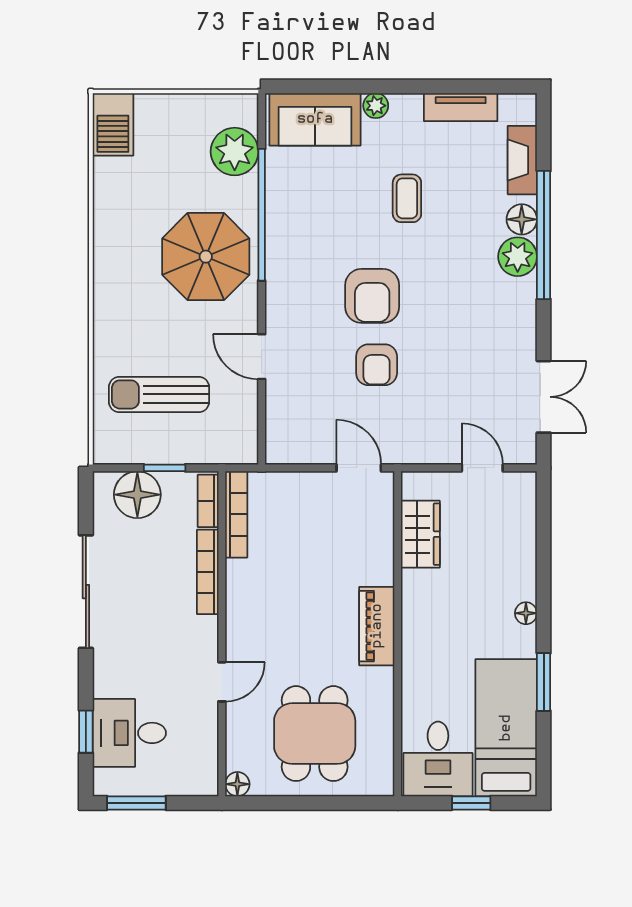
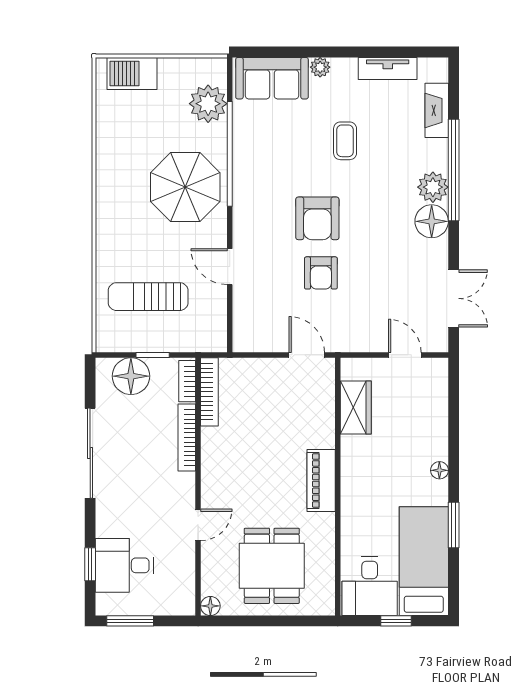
barbecue: (113, 124) -> (132, 73), moved, turned 90
floor lamp: (522, 219) -> (432, 221), moved, width x1.38, depth x1.38

